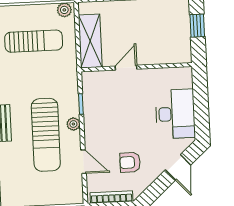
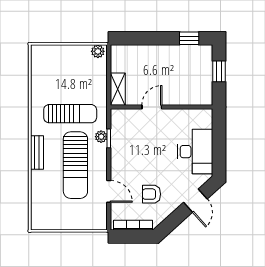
sun lounger: (34, 41) -> (70, 114), moved
shelving: (90, 41) -> (118, 89), width x0.67, depth x0.75
plant: (73, 124) -> (101, 137), moved

